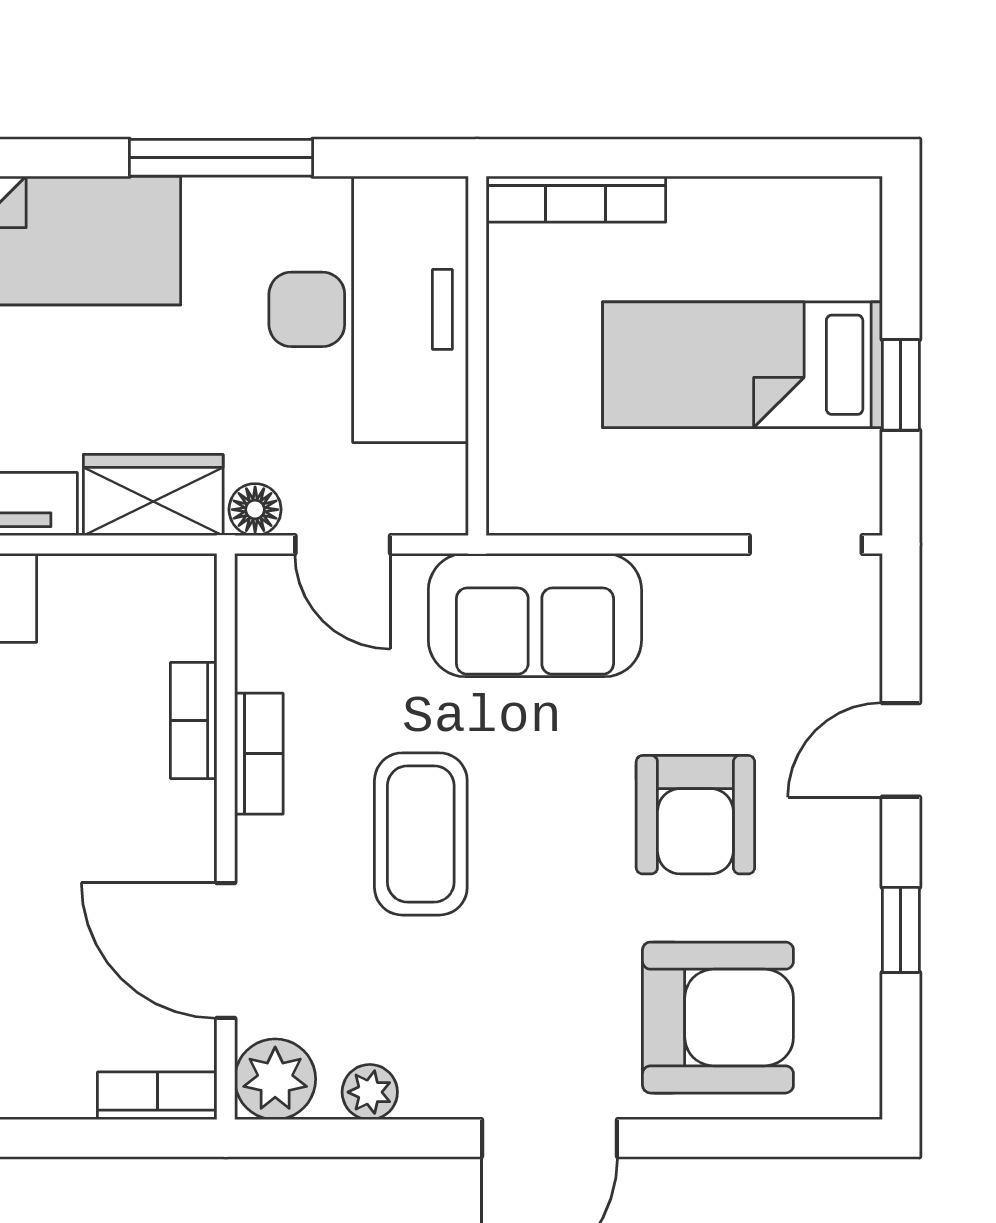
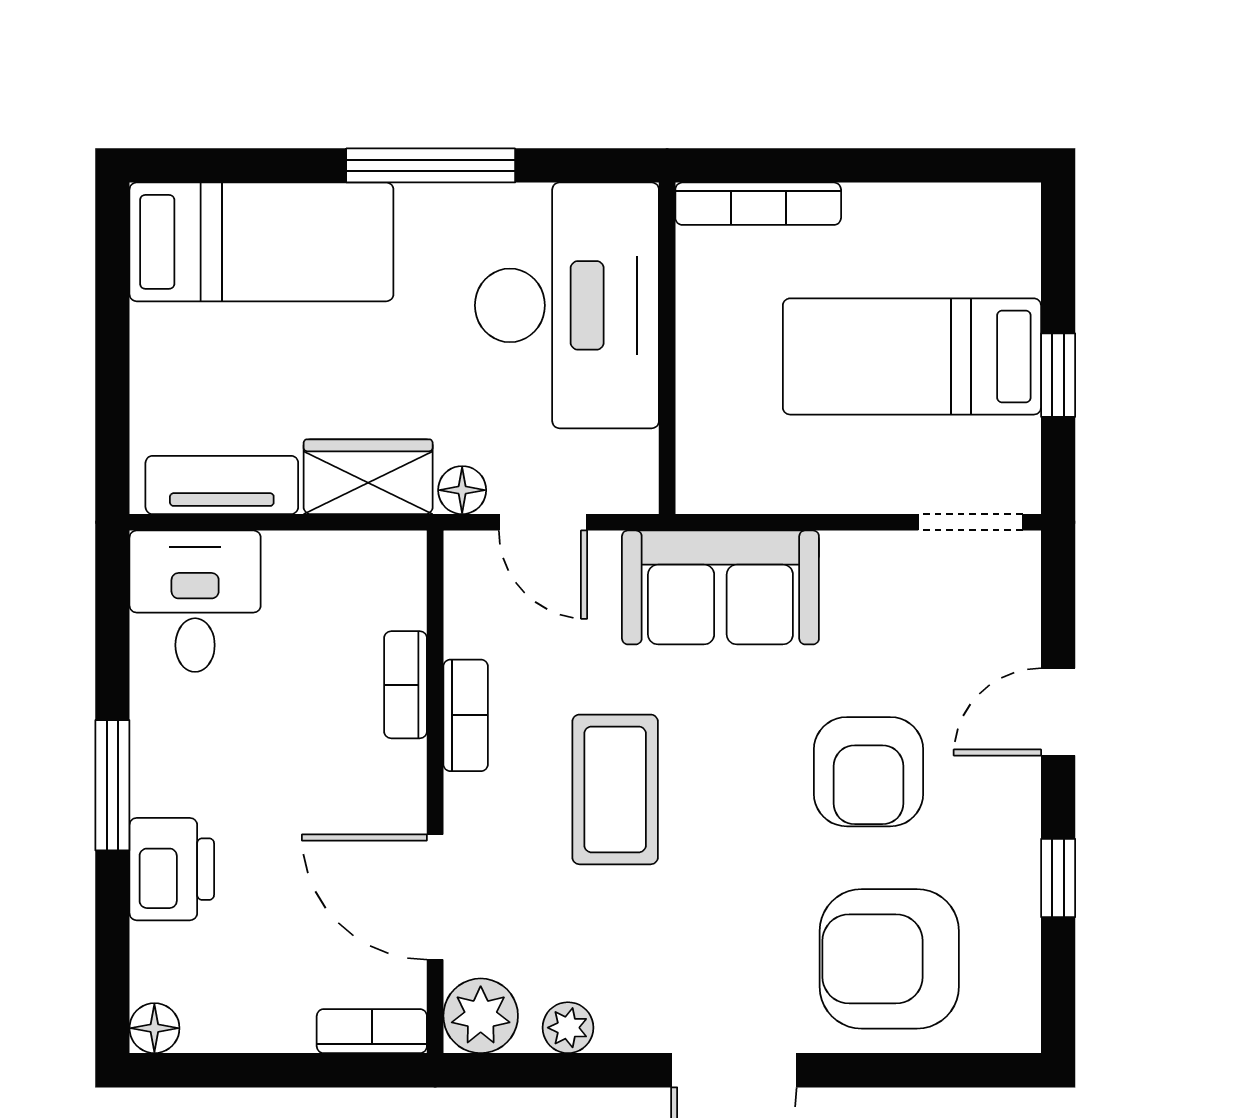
armchair: (718, 1018) -> (889, 959), turned 180

